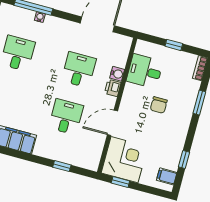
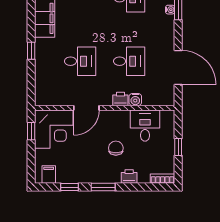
printer: (189, 100) -> (129, 177), added
window: (199, 103) -> (103, 187), moved
chair: (159, 105) -> (116, 148), turned 90
door: (112, 123) -> (86, 108), swing flipped
window: (62, 166) -> (31, 51), moved

